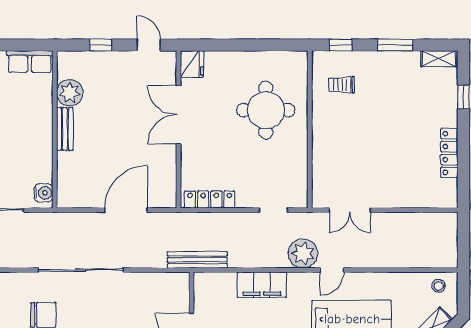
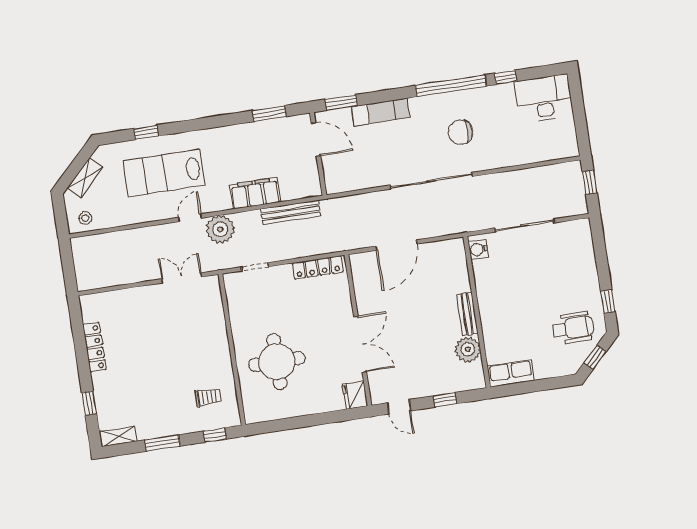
bench: (197, 260) -> (291, 212), moved

